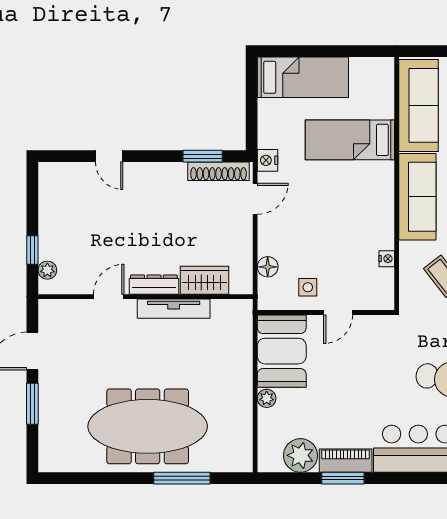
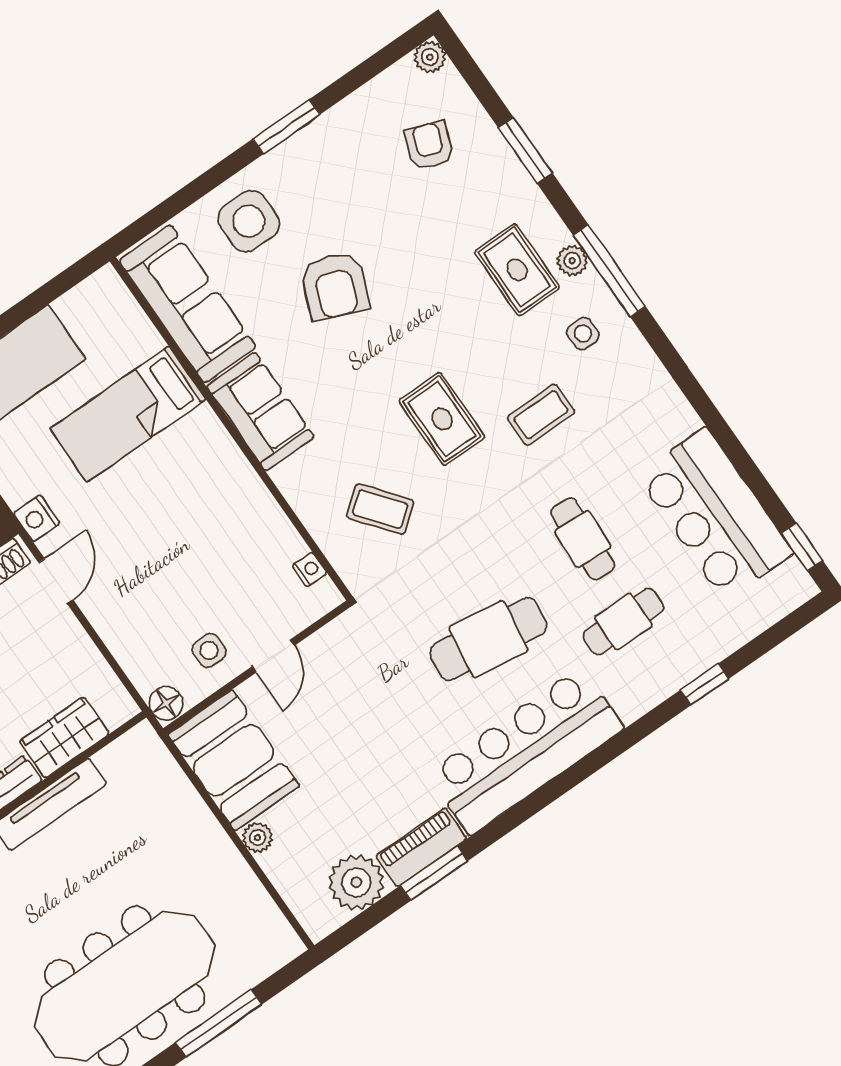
sofa: (417, 197) -> (260, 412), width x0.73
nightstand: (387, 259) -> (310, 570), moved
floor lamp: (268, 267) -> (166, 703), moved

